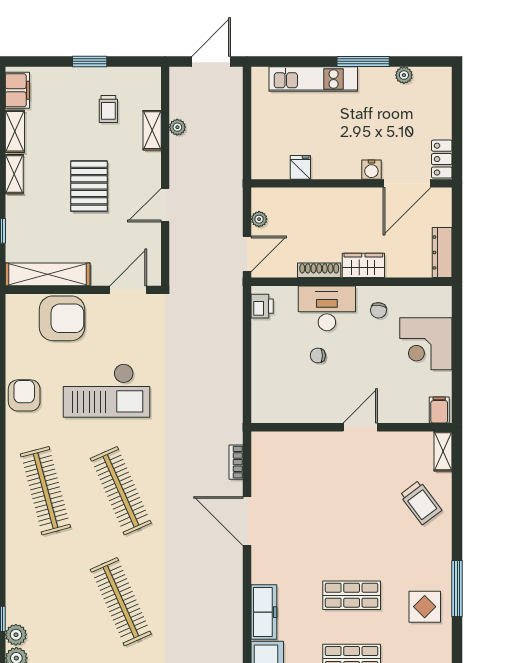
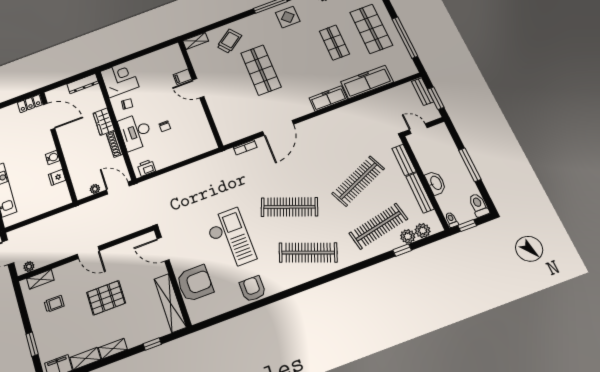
window: (90, 61) -> (32, 344), moved
plant: (177, 127) -> (29, 267), moved
shelving: (152, 130) -> (40, 279), moved
water cooler: (371, 170) -> (53, 157), moved
door: (165, 205) -> (88, 252), moved
armchair: (62, 318) -> (195, 283), turned 90
corner desk: (426, 344) -> (120, 79), moved, turned -90
armchair: (24, 395) -> (253, 289), turned 90
filing cabinet: (439, 410) -> (182, 77), moved
clothes rail: (45, 491) -> (308, 253), turned 36
clothes rail: (121, 491) -> (289, 207), turned 45
shop shelf: (352, 595) -> (261, 70), moved, width x1.43, depth x1.36
clothes rail: (45, 602) -> (378, 226), added

